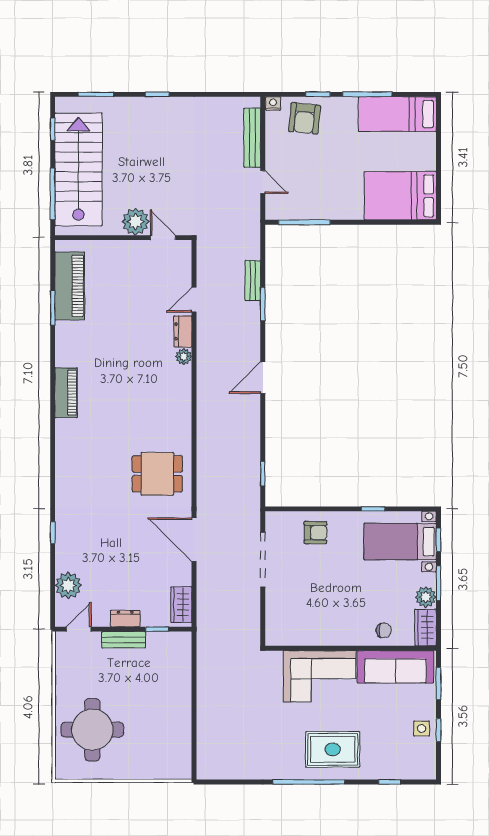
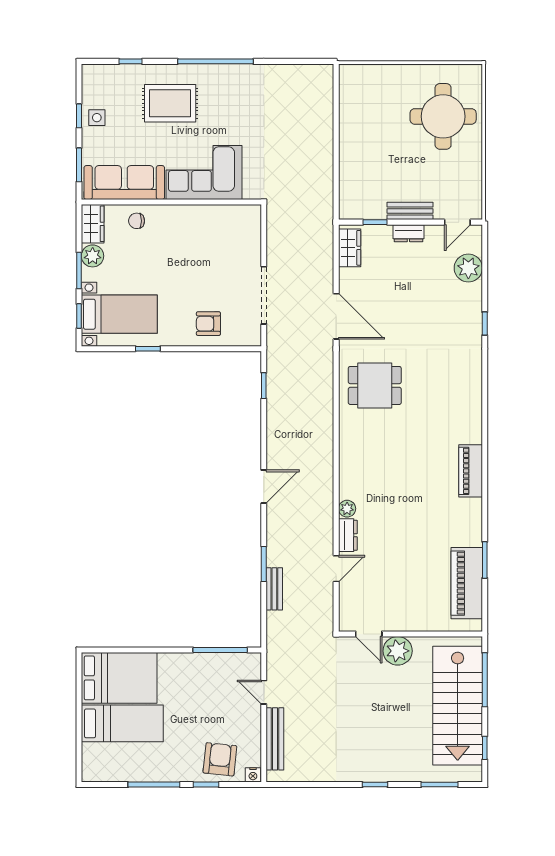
bed: (397, 114) -> (122, 723), moved
rug: (333, 749) -> (170, 103), moved

